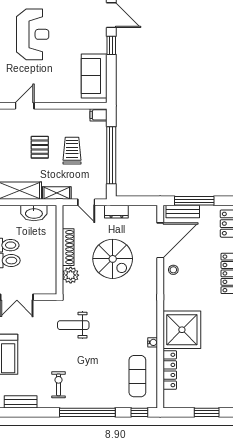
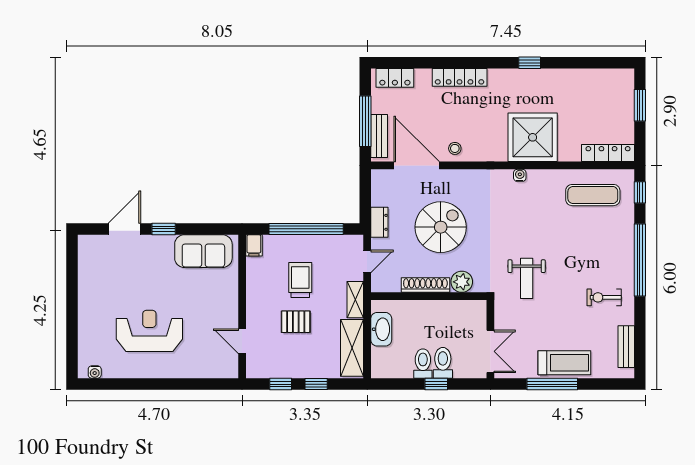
trolley: (72, 151) -> (300, 280), turned 90
water cooler: (153, 342) -> (520, 175), moved
locker: (170, 370) -> (608, 153), moved

